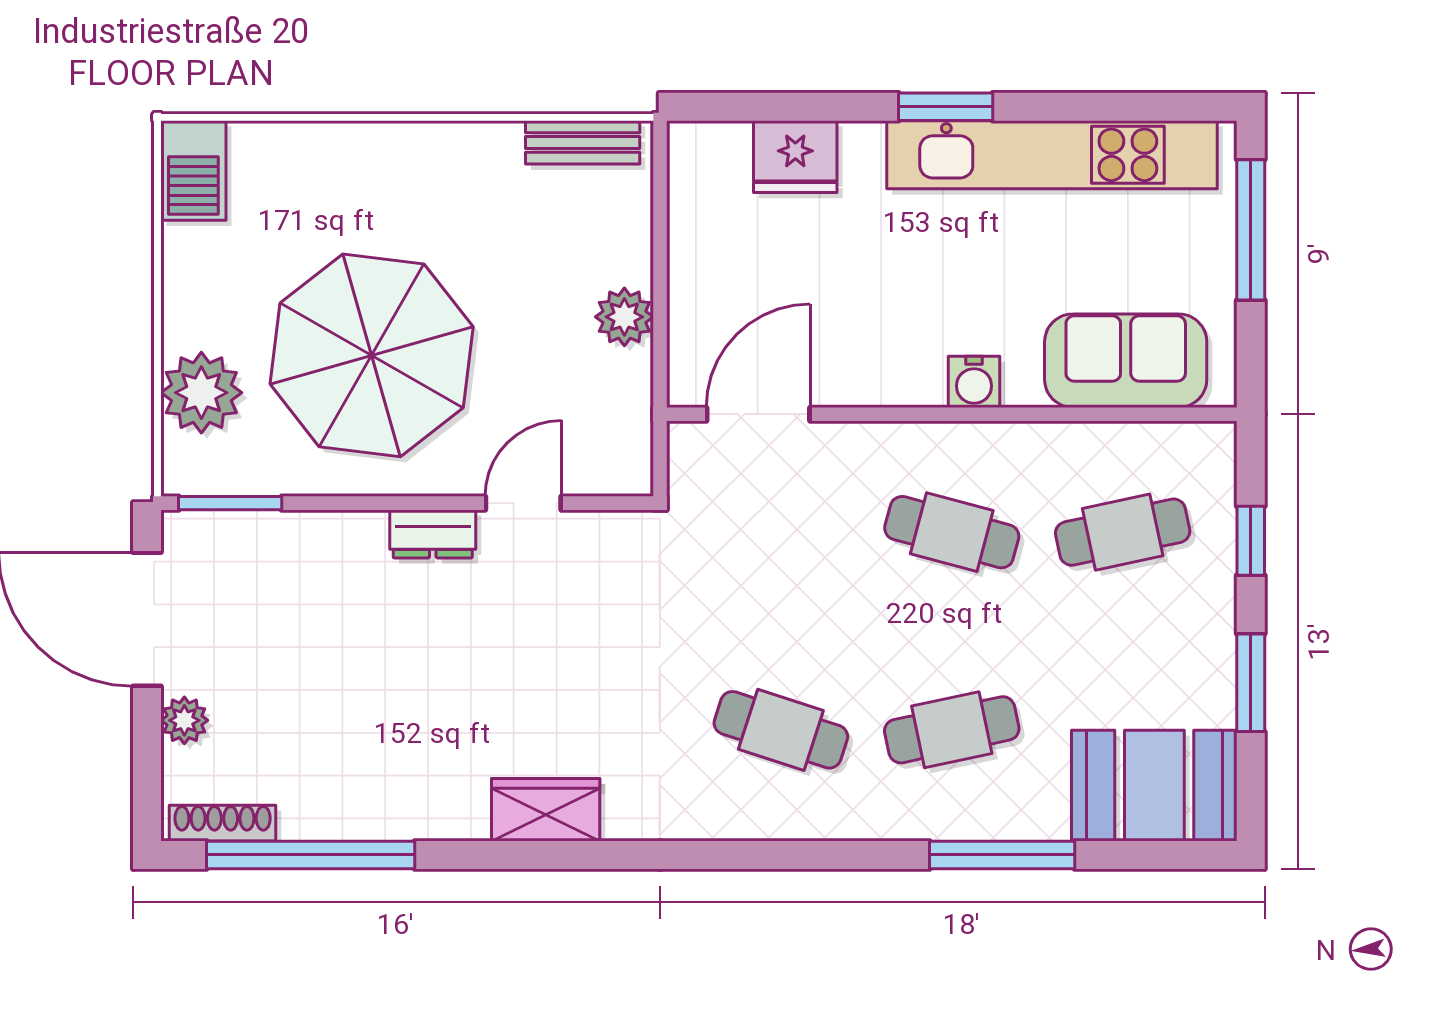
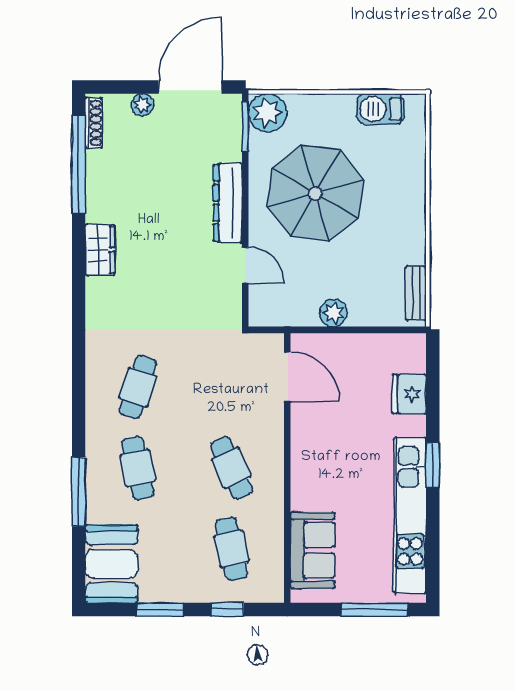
barbecue: (193, 171) -> (380, 109), moved
water cooler: (974, 382) -> (303, 479), removed
plant: (201, 393) -> (268, 113), moved
cafe table: (952, 532) -> (231, 468), turned -39
dresser: (433, 534) -> (228, 203), width x1.96, depth x1.24
wardrobe: (546, 810) -> (100, 250), moved

